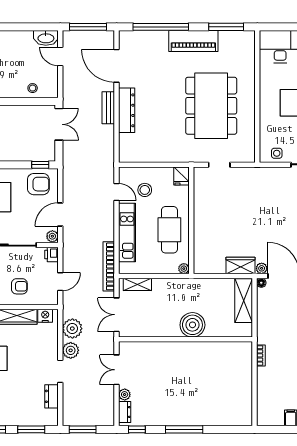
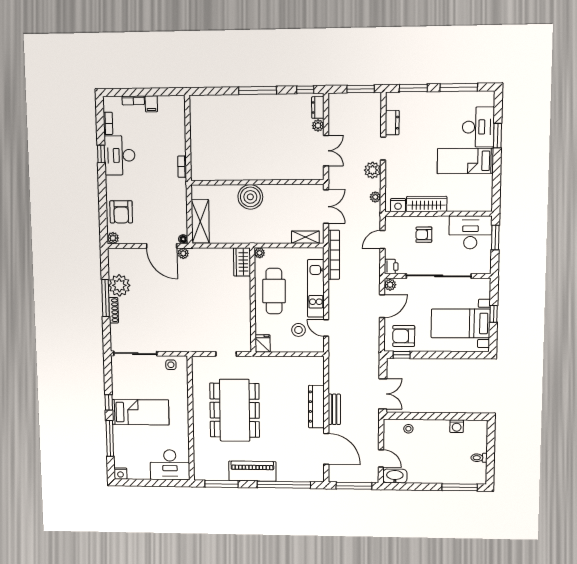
double door: (59, 124) -> (383, 394), swing flipped
wardrobe: (241, 265) -> (242, 262), moved, turned 90
plant: (72, 329) -> (375, 197), width x0.53, depth x0.53

